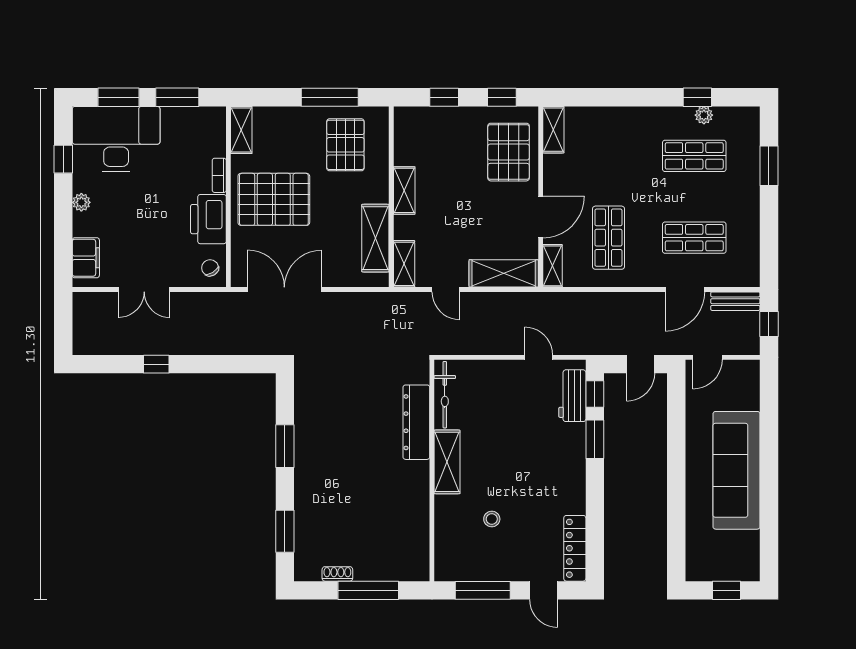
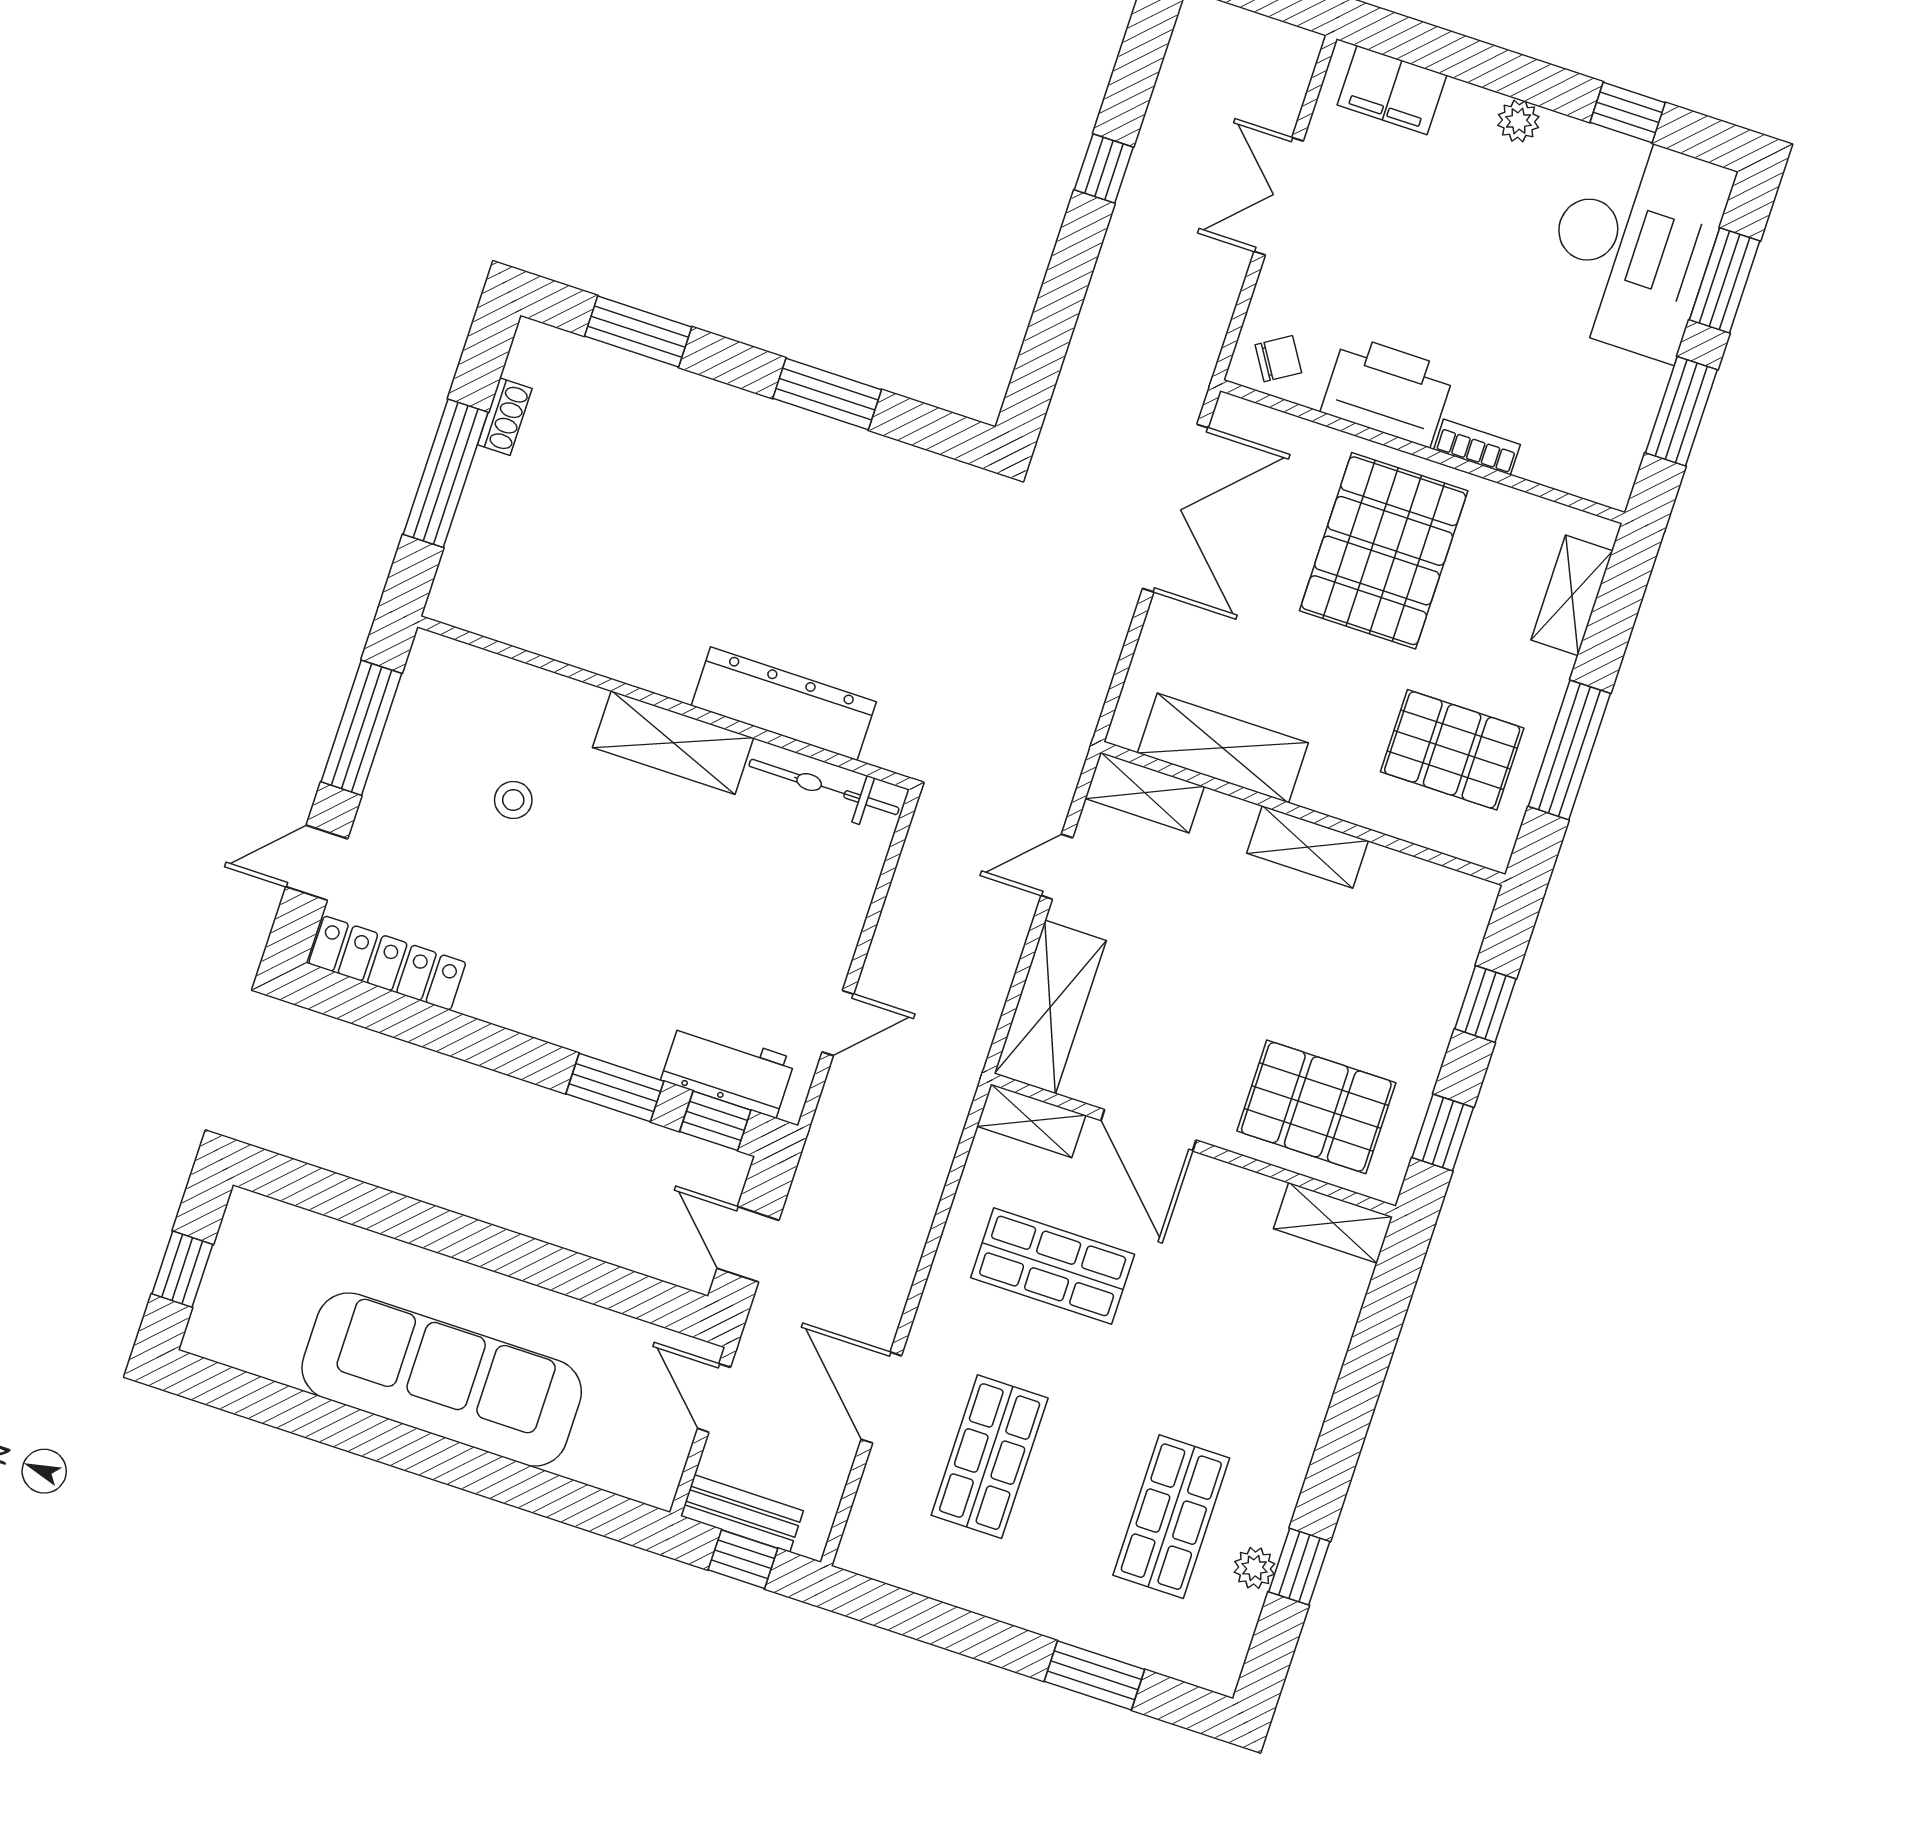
shelving: (241, 130) -> (1572, 595), moved, turned 90
bench: (735, 301) -> (742, 1513), moved, turned 90

